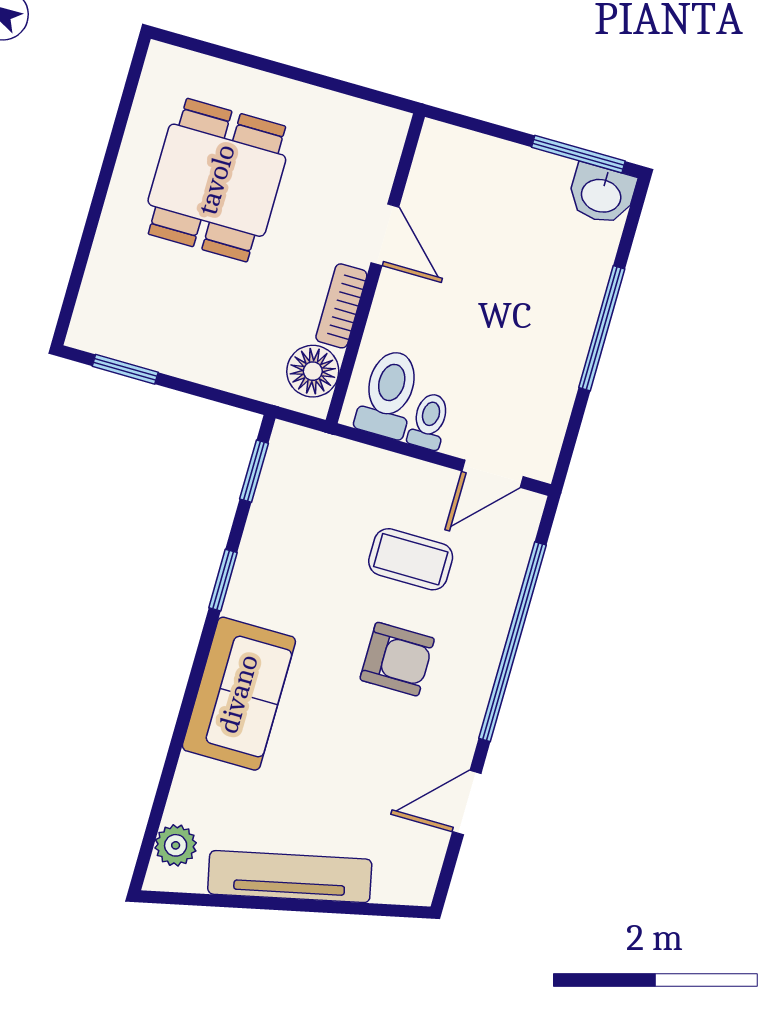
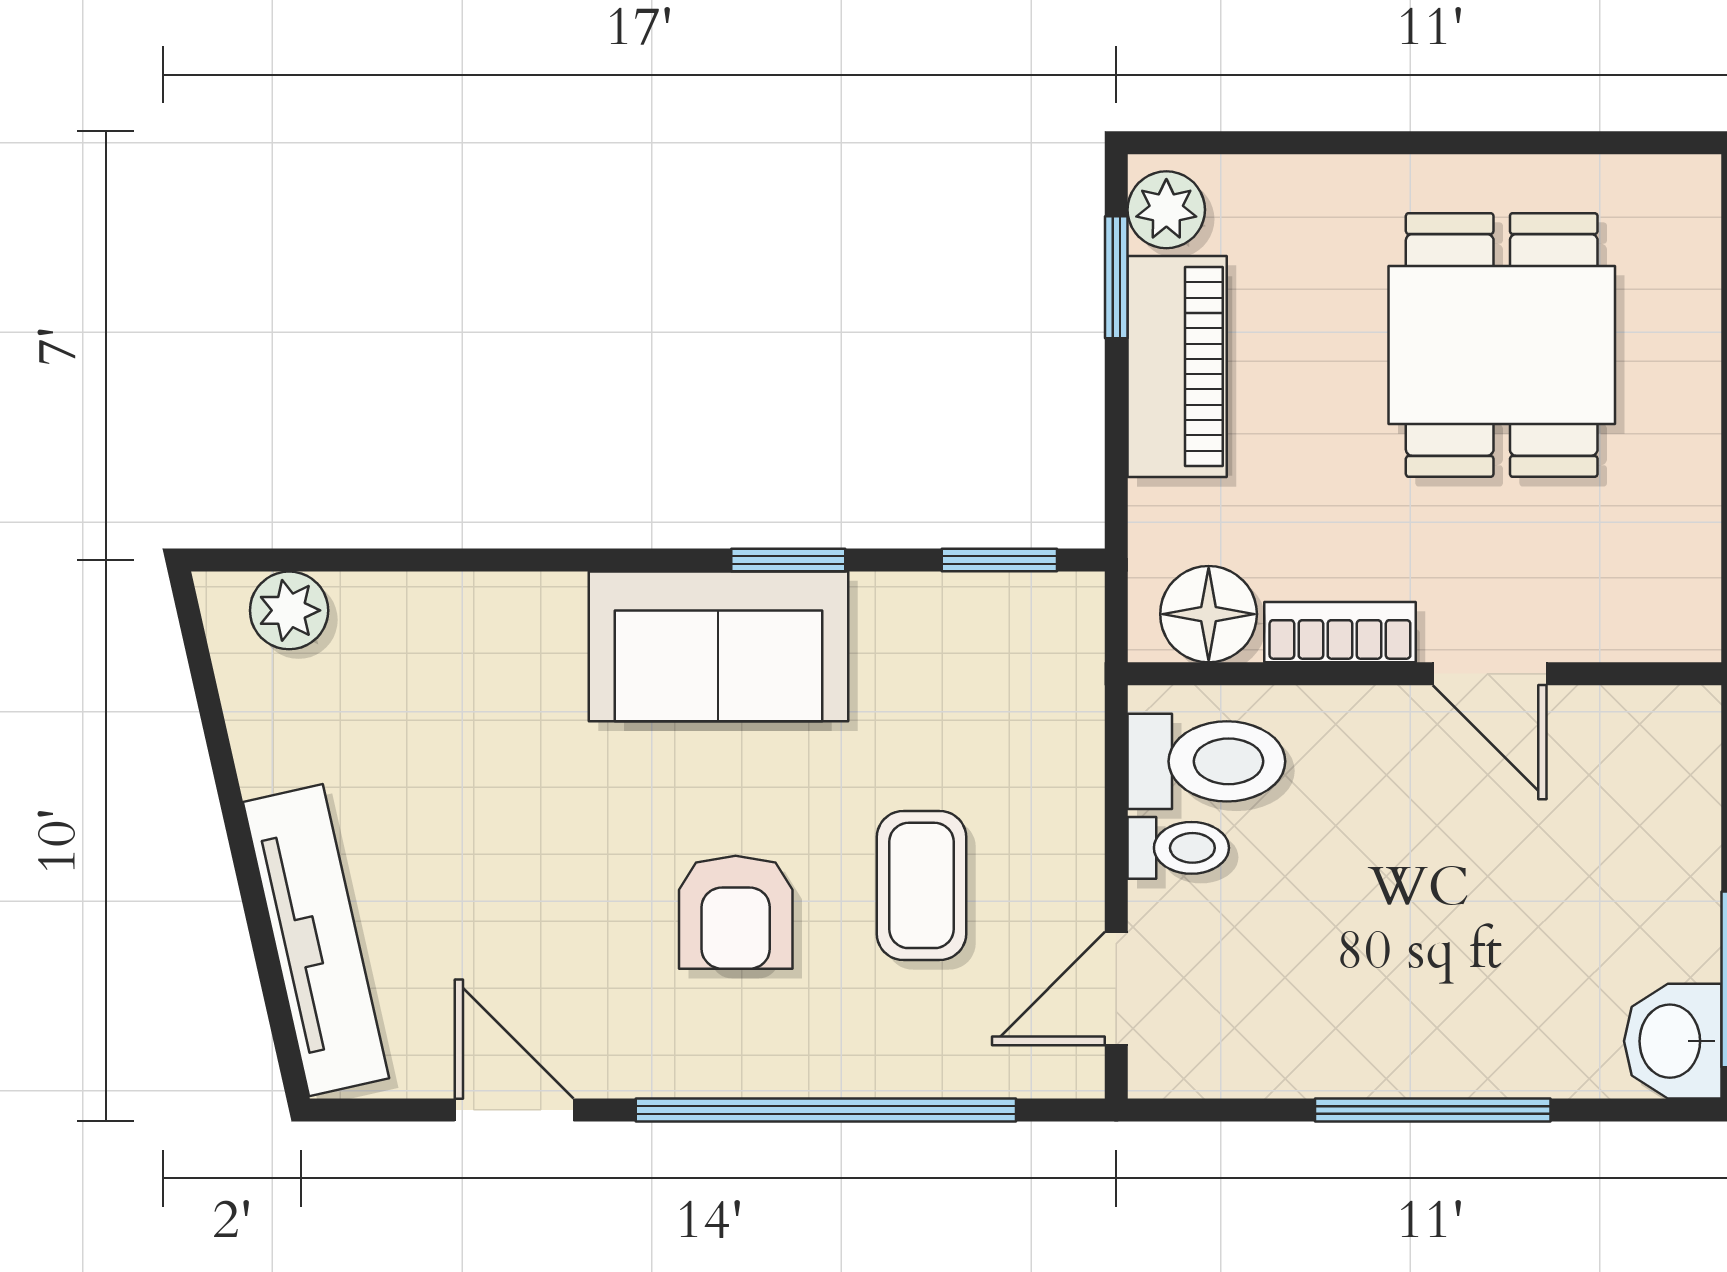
dining table: (217, 180) -> (1502, 345), turned 90
door: (385, 235) -> (1490, 674), hinge flipped
plant: (98, 333) -> (1166, 210), added
piano: (180, 351) -> (1177, 367), added
door: (493, 474) -> (1116, 988), hinge flipped
sofa: (239, 694) -> (718, 646), moved
tv unit: (290, 877) -> (316, 940), moved

